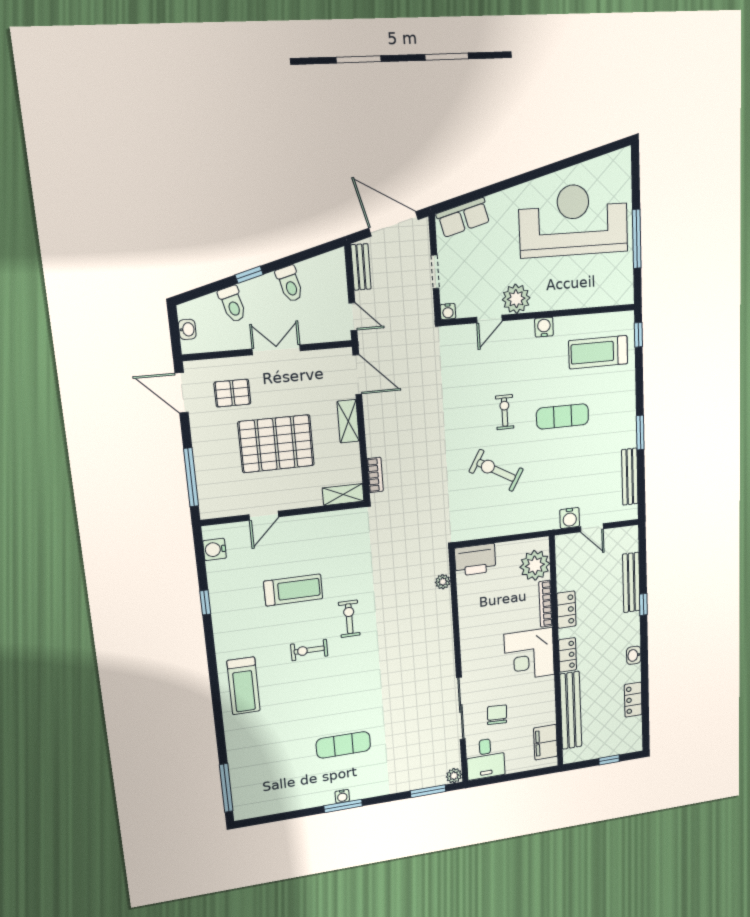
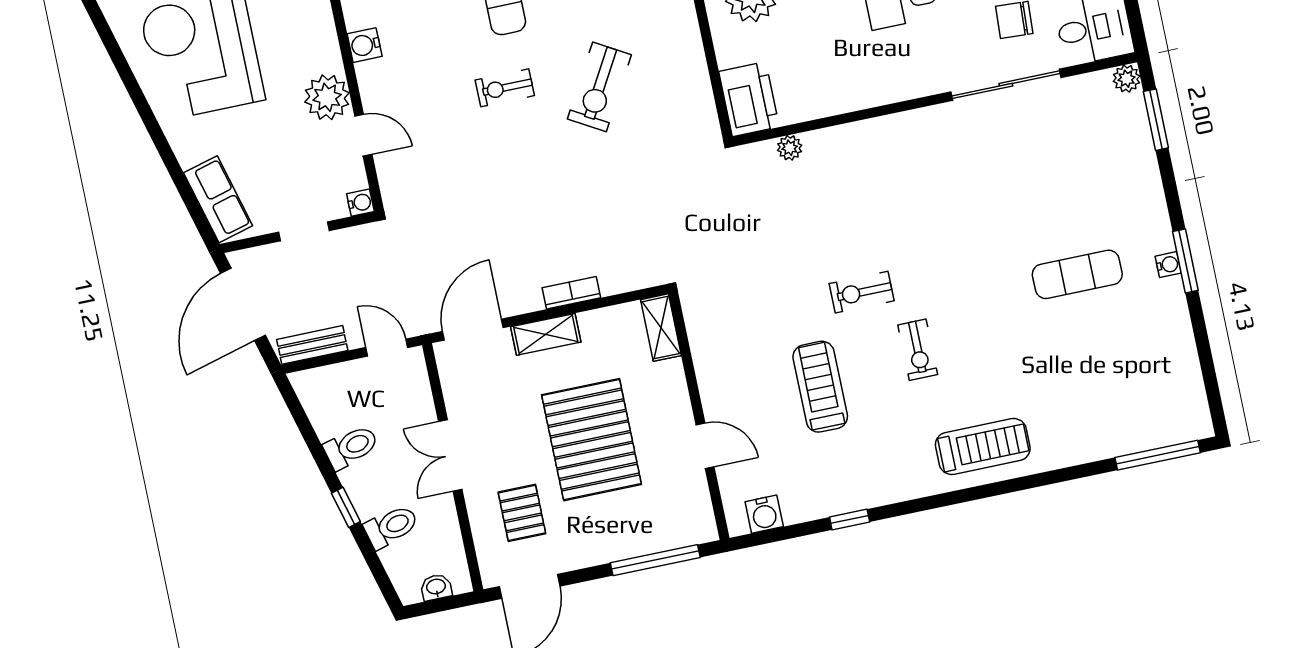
door: (353, 317) -> (387, 348), hinge flipped
bookcase: (375, 475) -> (571, 293), moved
exercise mat: (343, 745) -> (1077, 274), turned 90

